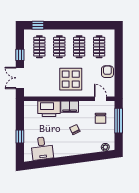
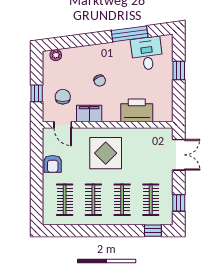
window: (20, 55) -> (179, 203), moved
filing cabinet: (70, 107) -> (89, 114), moved
window: (119, 121) -> (37, 93), width x0.46
window: (54, 162) -> (130, 34), added

